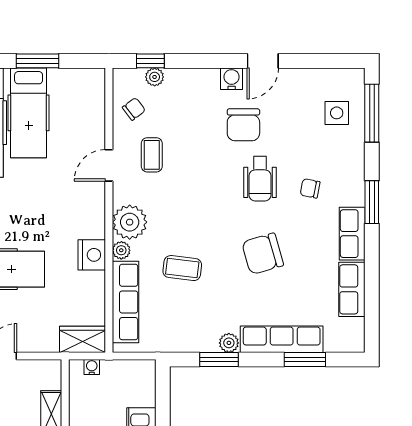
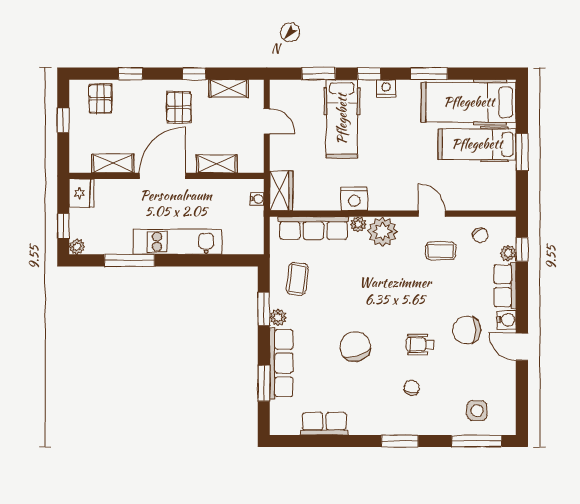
wheelchair: (260, 179) -> (420, 344), width x0.73, depth x0.73
row of seats: (352, 234) -> (505, 286), moved, turned -90
coffee table: (182, 268) -> (297, 279), moved

